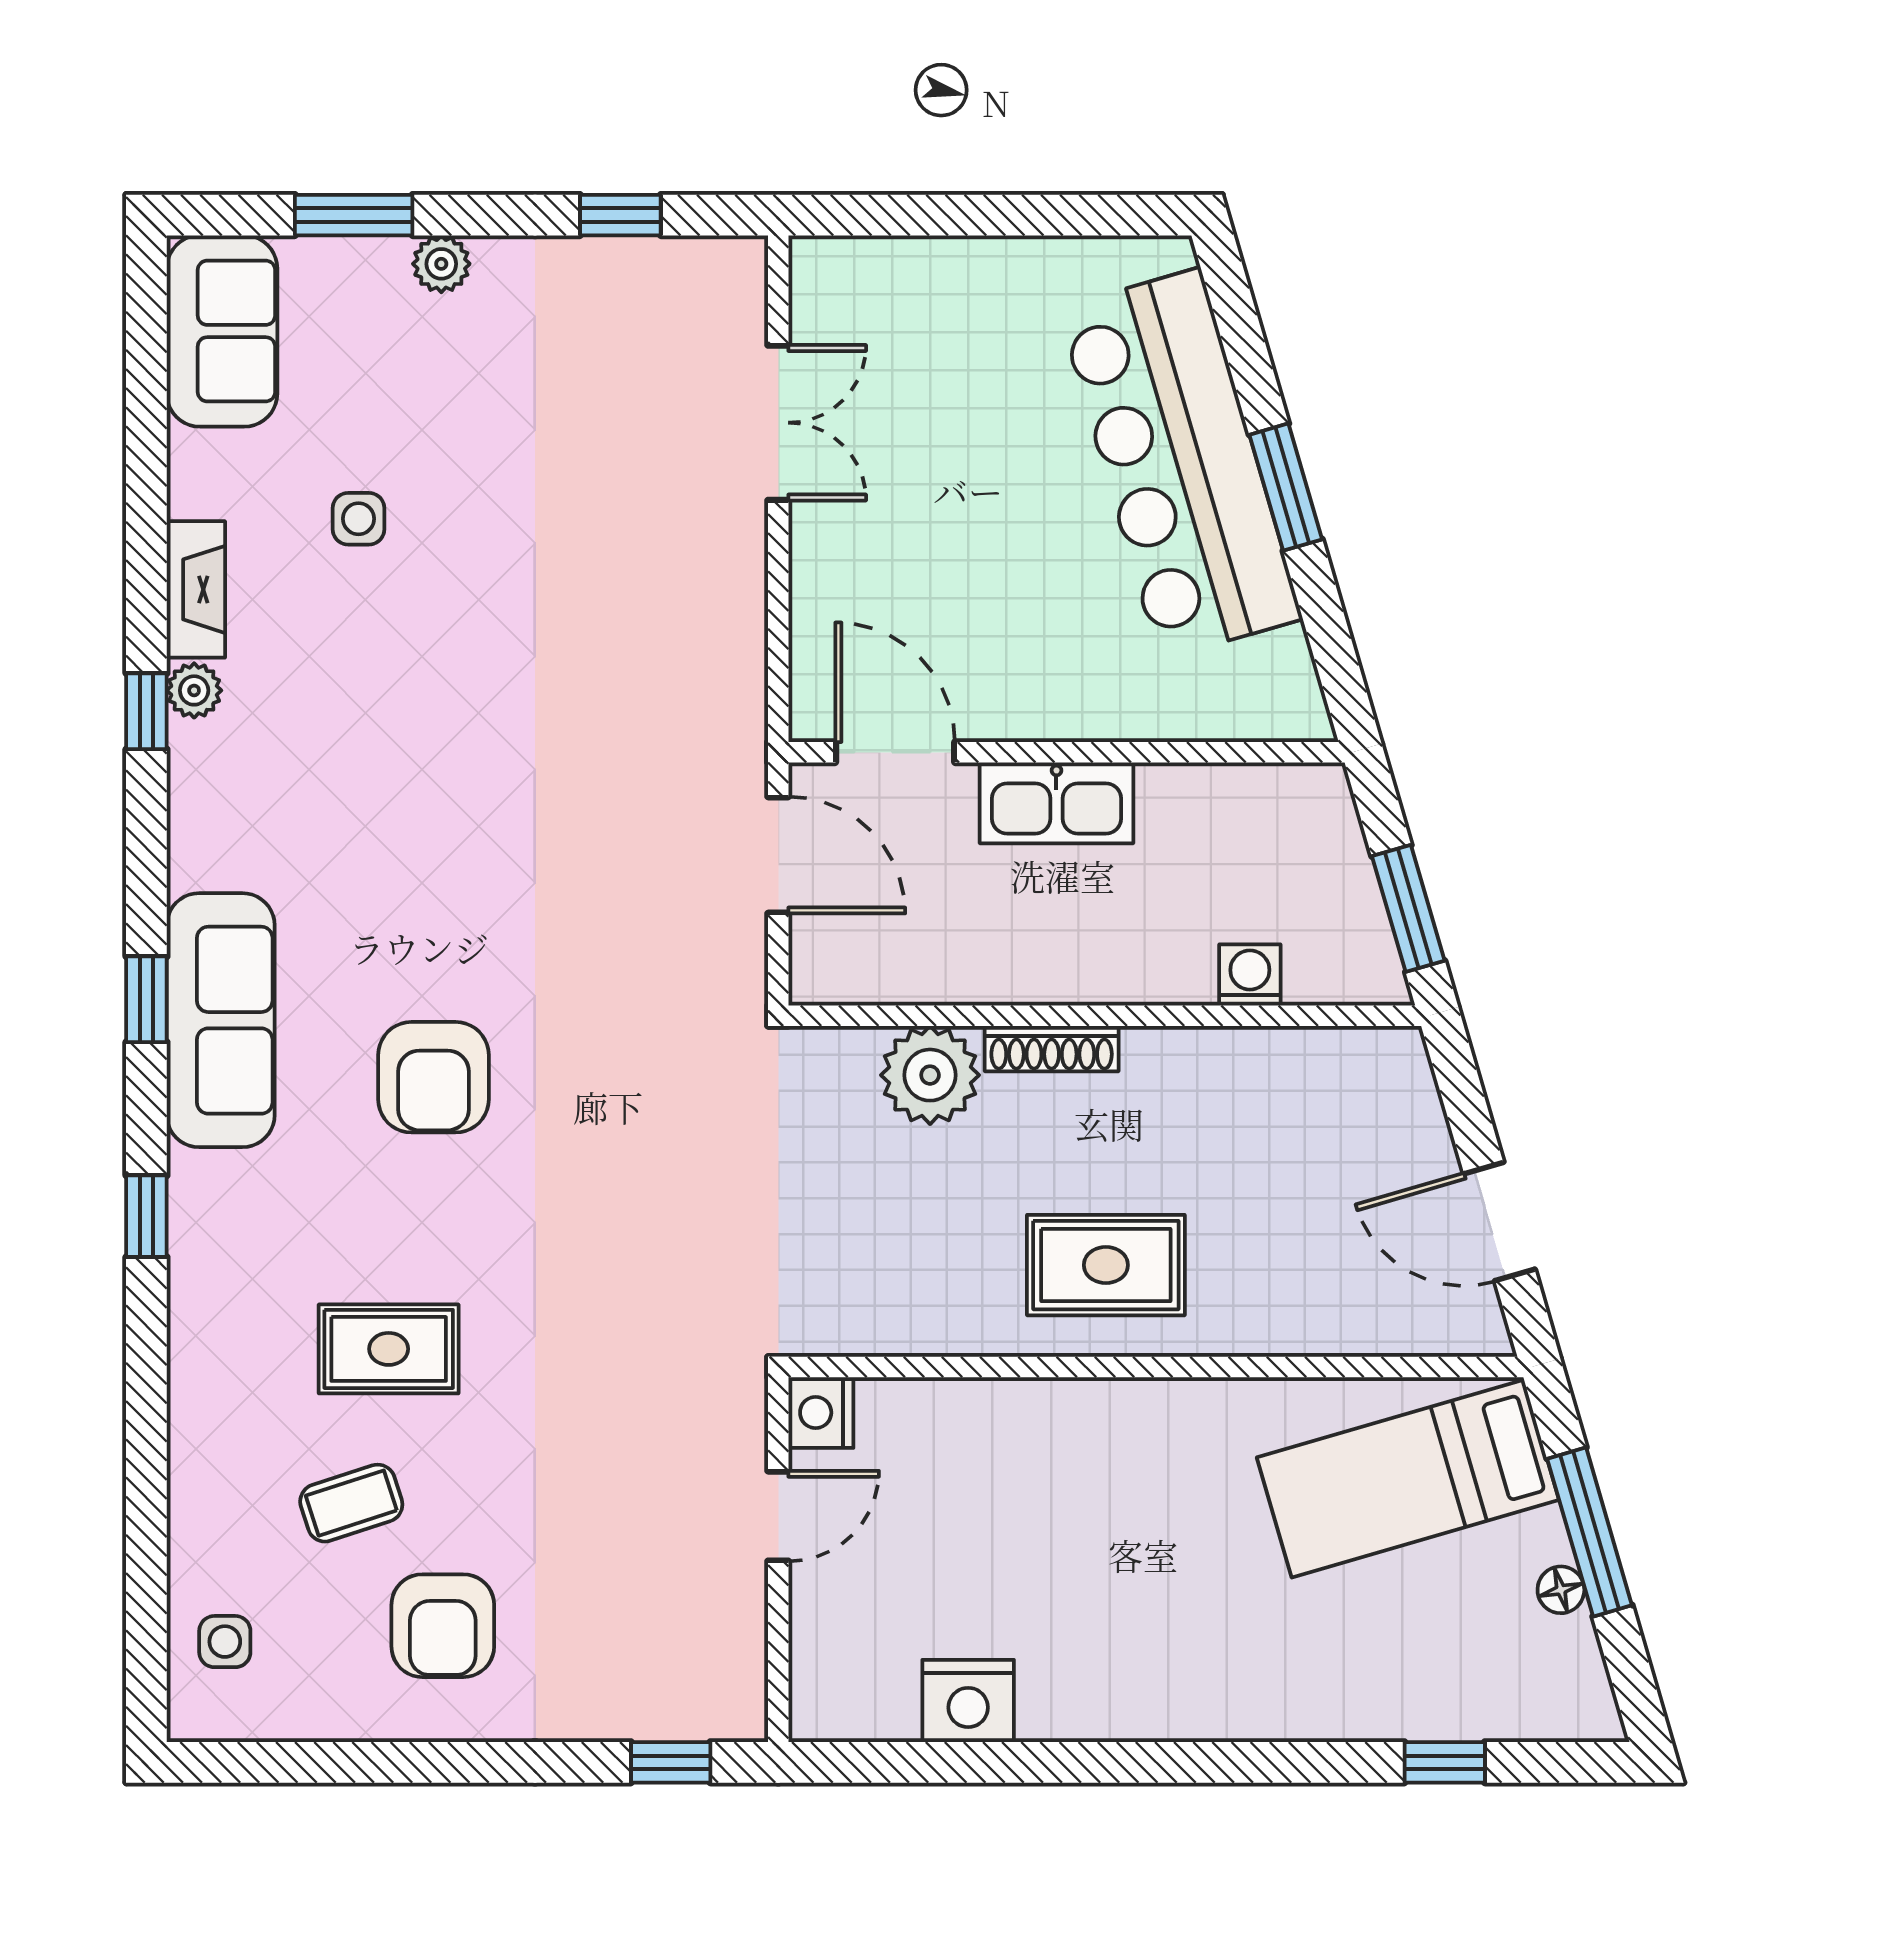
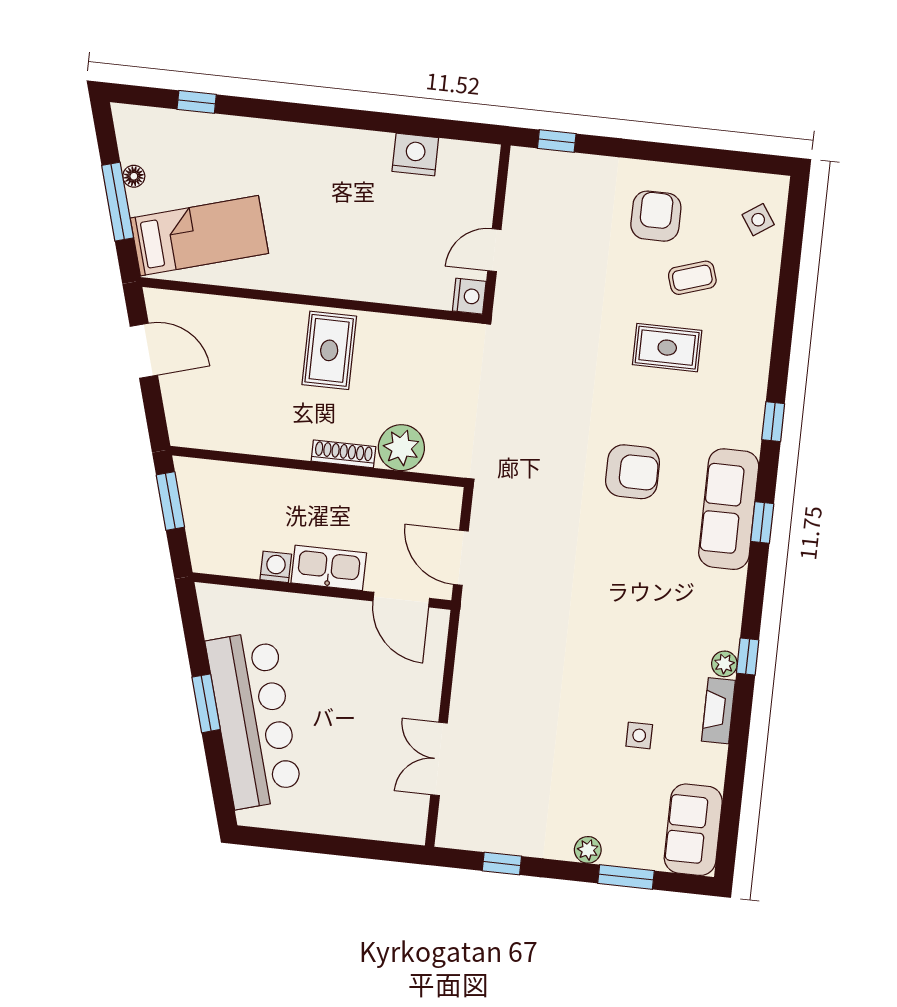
washing machine: (1250, 975) -> (276, 567), moved, turned 180
armchair: (433, 1077) -> (633, 472), turned 90
rug: (1106, 1265) -> (329, 350), turned 90
side table: (225, 1642) -> (758, 220), turned -34

